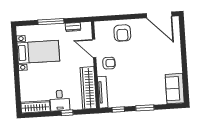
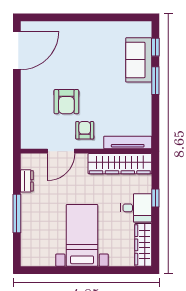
armchair: (122, 33) -> (66, 102), moved, turned 90
bed with nightstands: (38, 52) -> (82, 235), moved
sofa: (175, 89) -> (139, 60), moved, turned 90
window: (118, 110) -> (155, 47), moved

